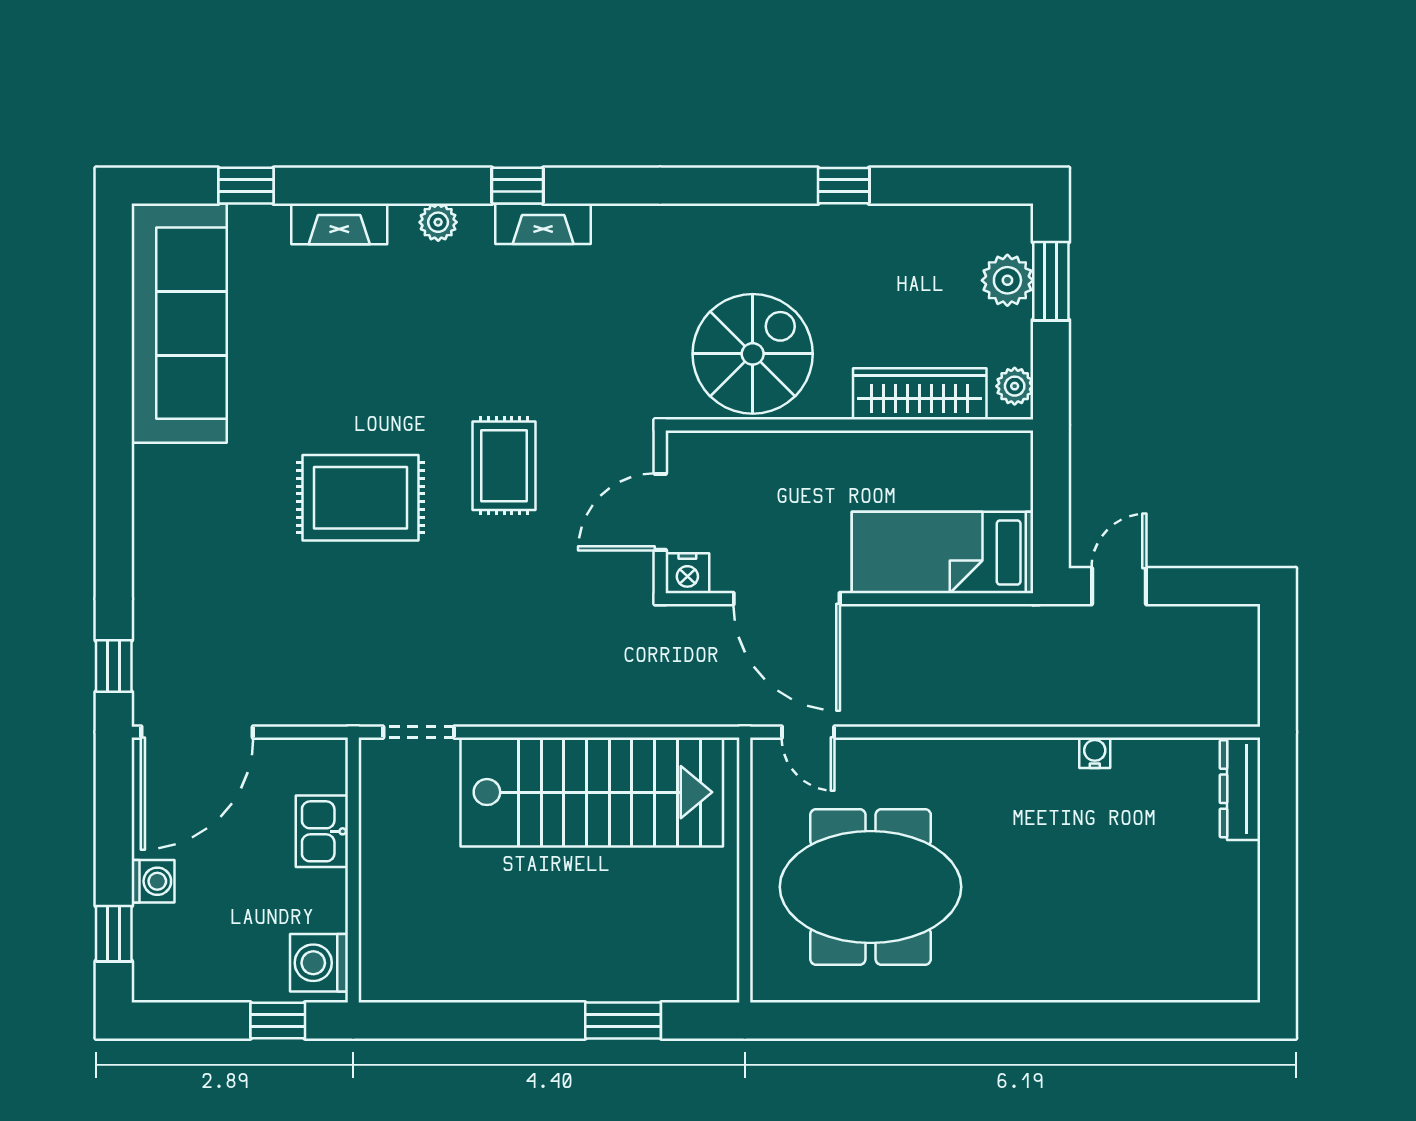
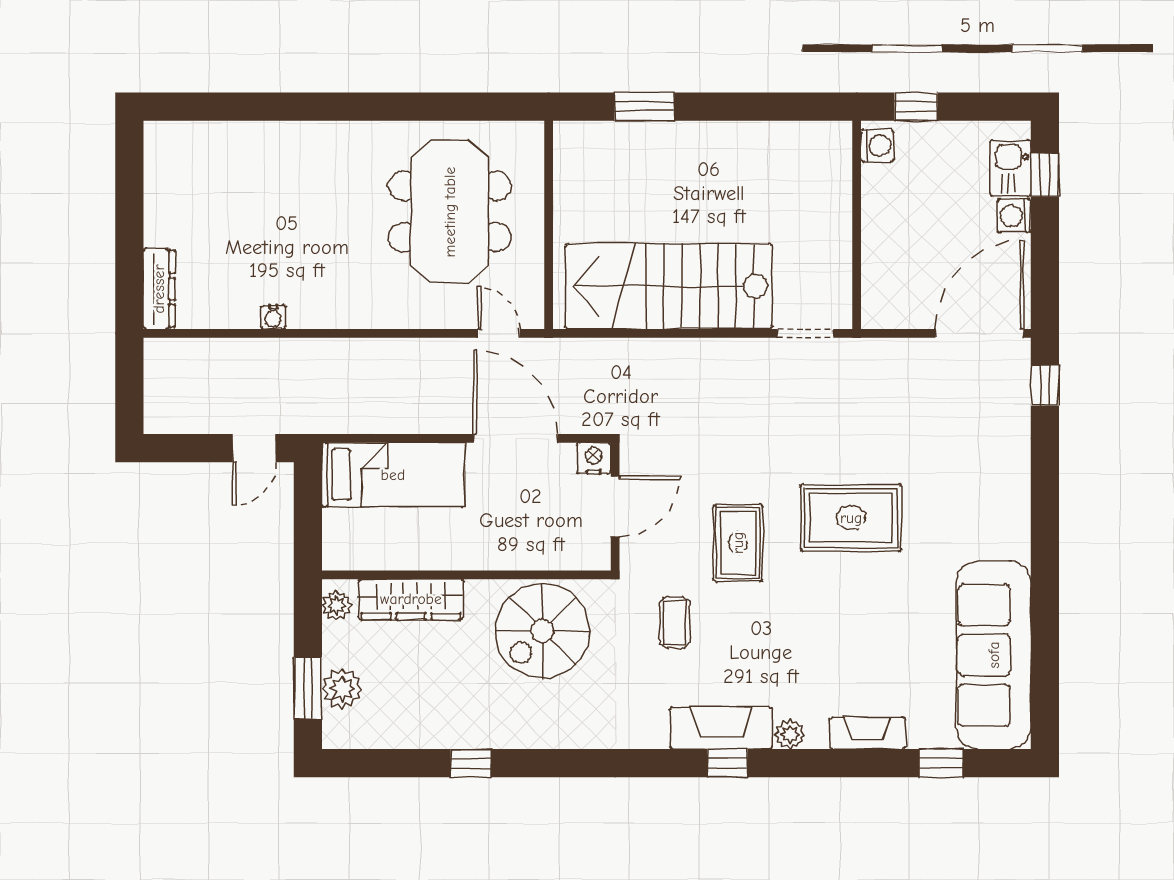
fireplace: (543, 224) -> (721, 728), width x1.37, depth x1.32
coffee table: (584, 364) -> (675, 623), added
kitchen sink: (322, 831) -> (1011, 168), moved, turned 180
meeting table: (871, 887) -> (450, 212), turned 90
washing machine: (319, 963) -> (877, 146), width x0.73, depth x0.73

